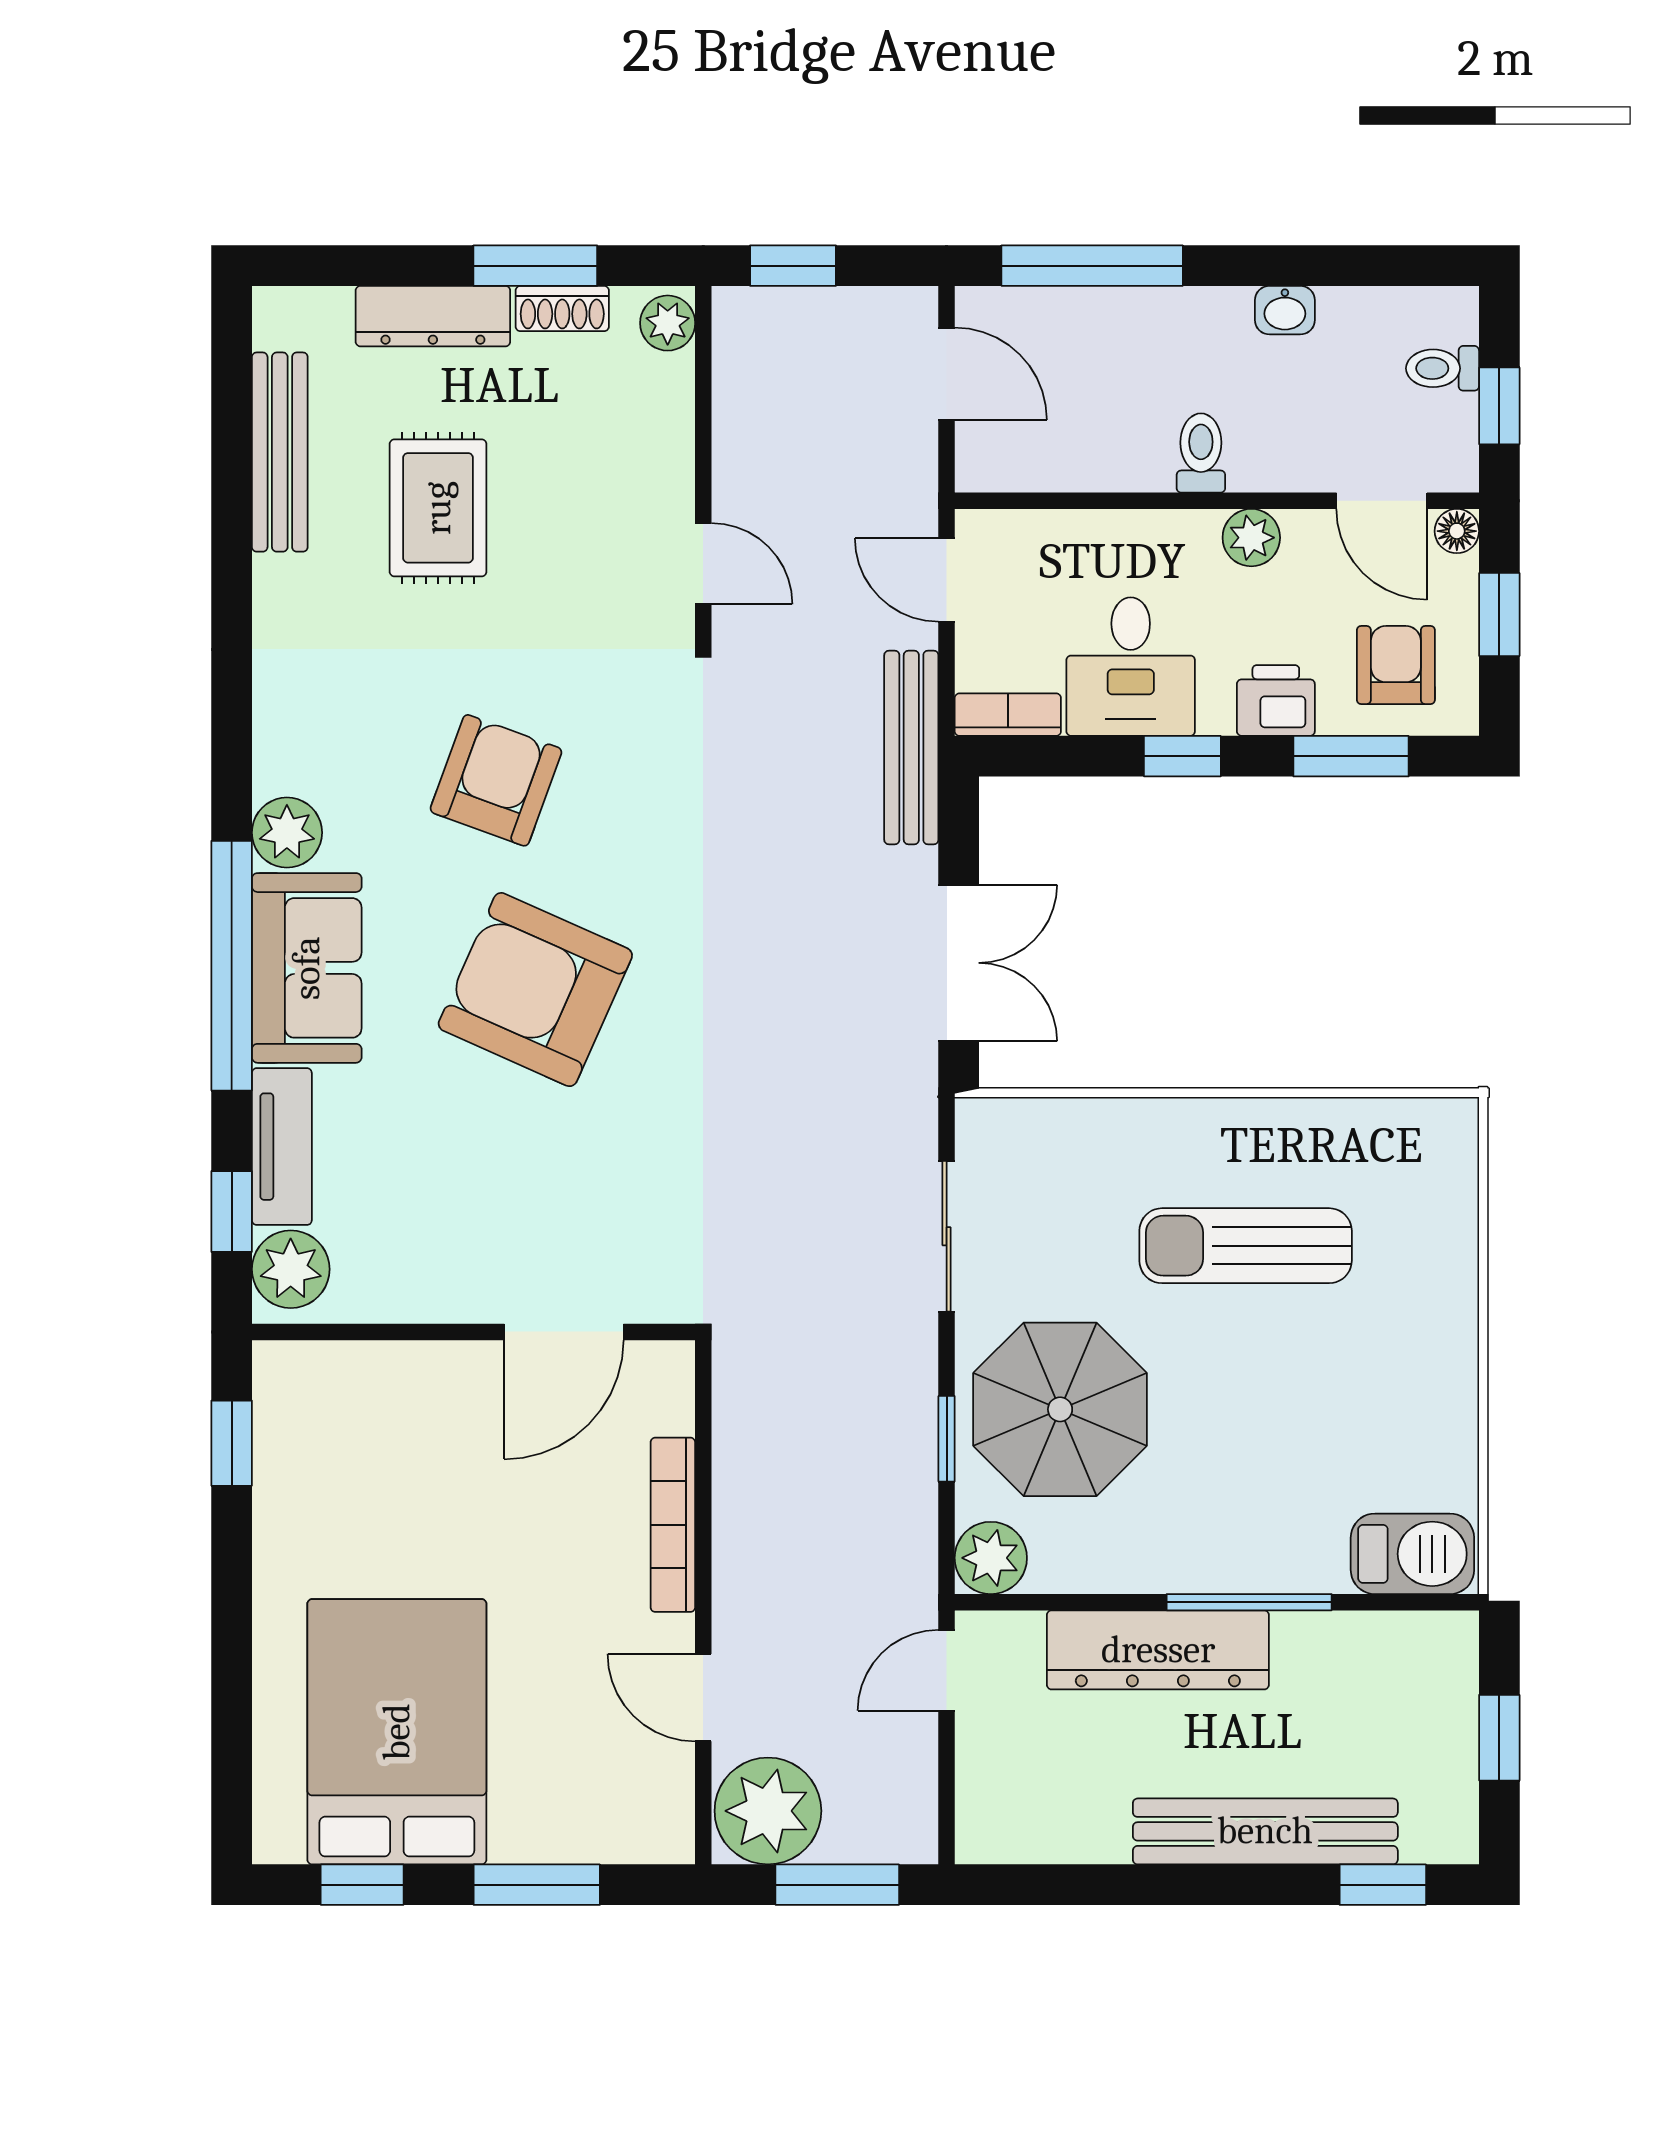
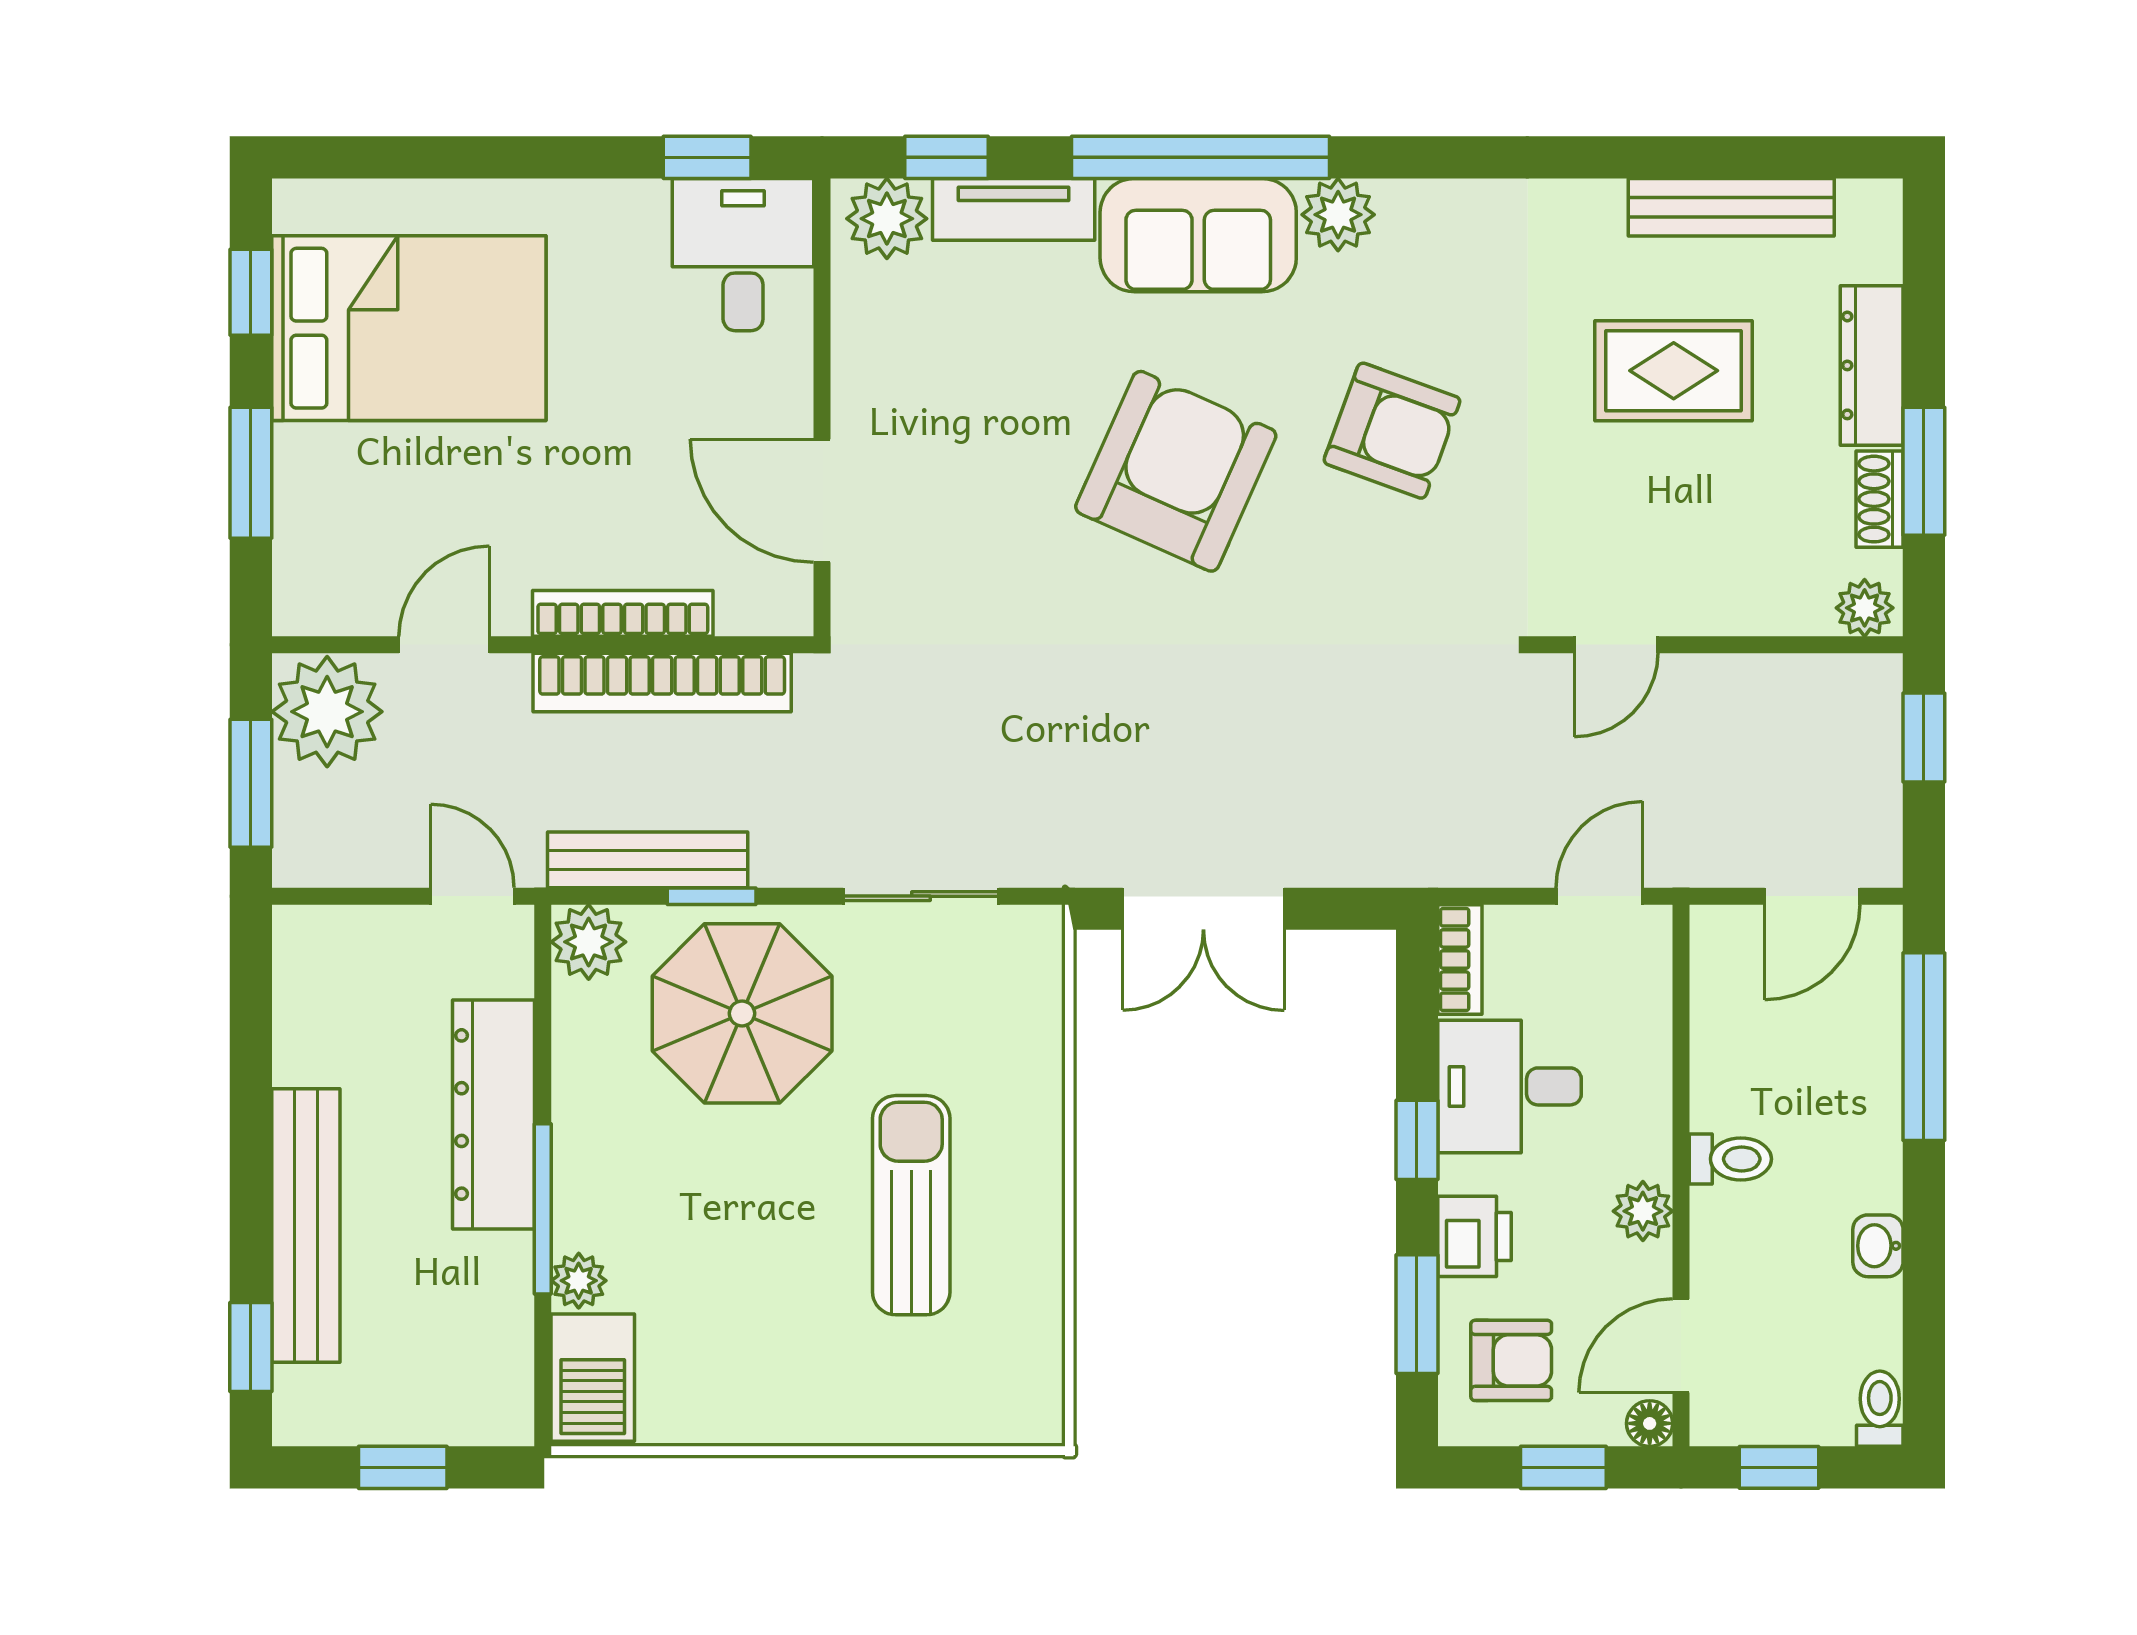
toilet: (1443, 368) -> (1880, 1409), moved
bench: (911, 748) -> (648, 860), moved
desk: (326, 1408) -> (743, 255), added
bookcase: (740, 1487) -> (662, 682), added
plant: (1319, 1567) -> (579, 1281), added

